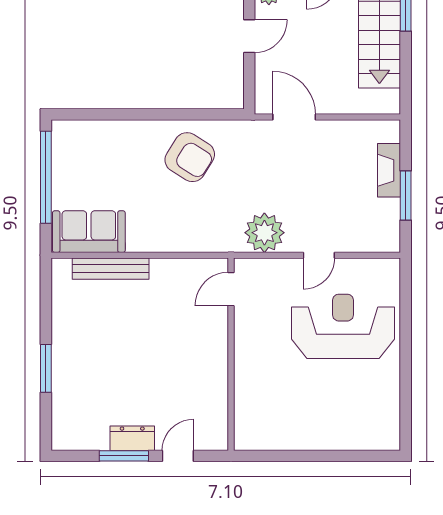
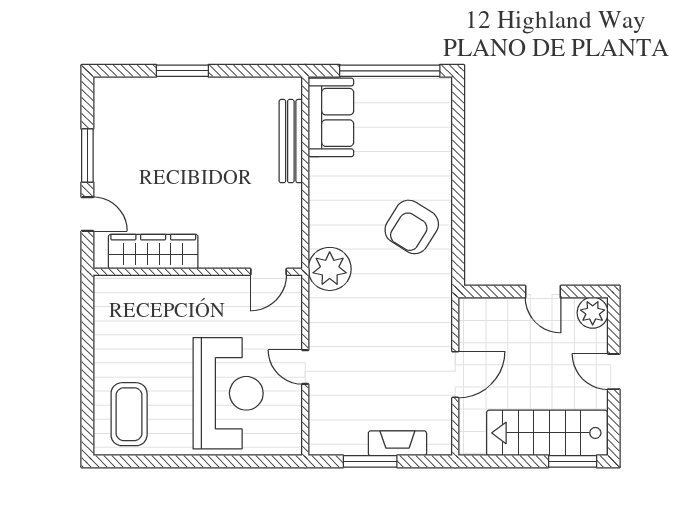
door: (294, 117) -> (455, 375), moved
plant: (264, 233) -> (330, 269), moved
door: (231, 289) -> (269, 272), swing flipped
wardrobe: (212, 395) -> (153, 252), added
coffee table: (362, 418) -> (129, 414), added
dresser: (132, 438) -> (107, 165), removed

